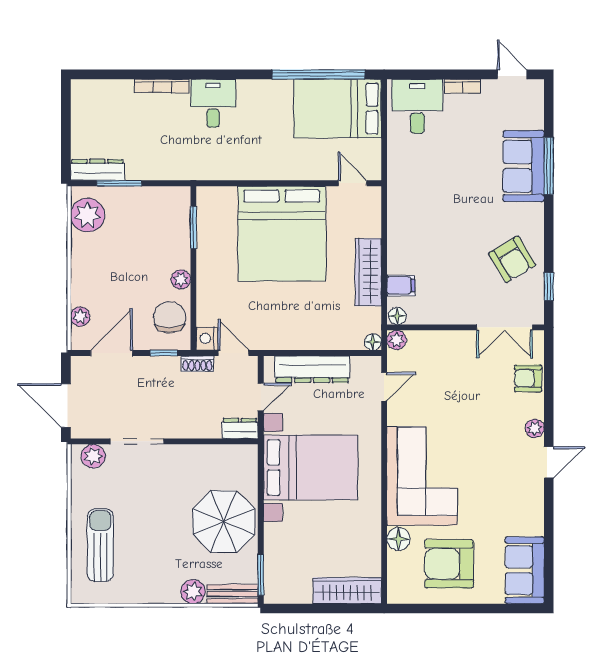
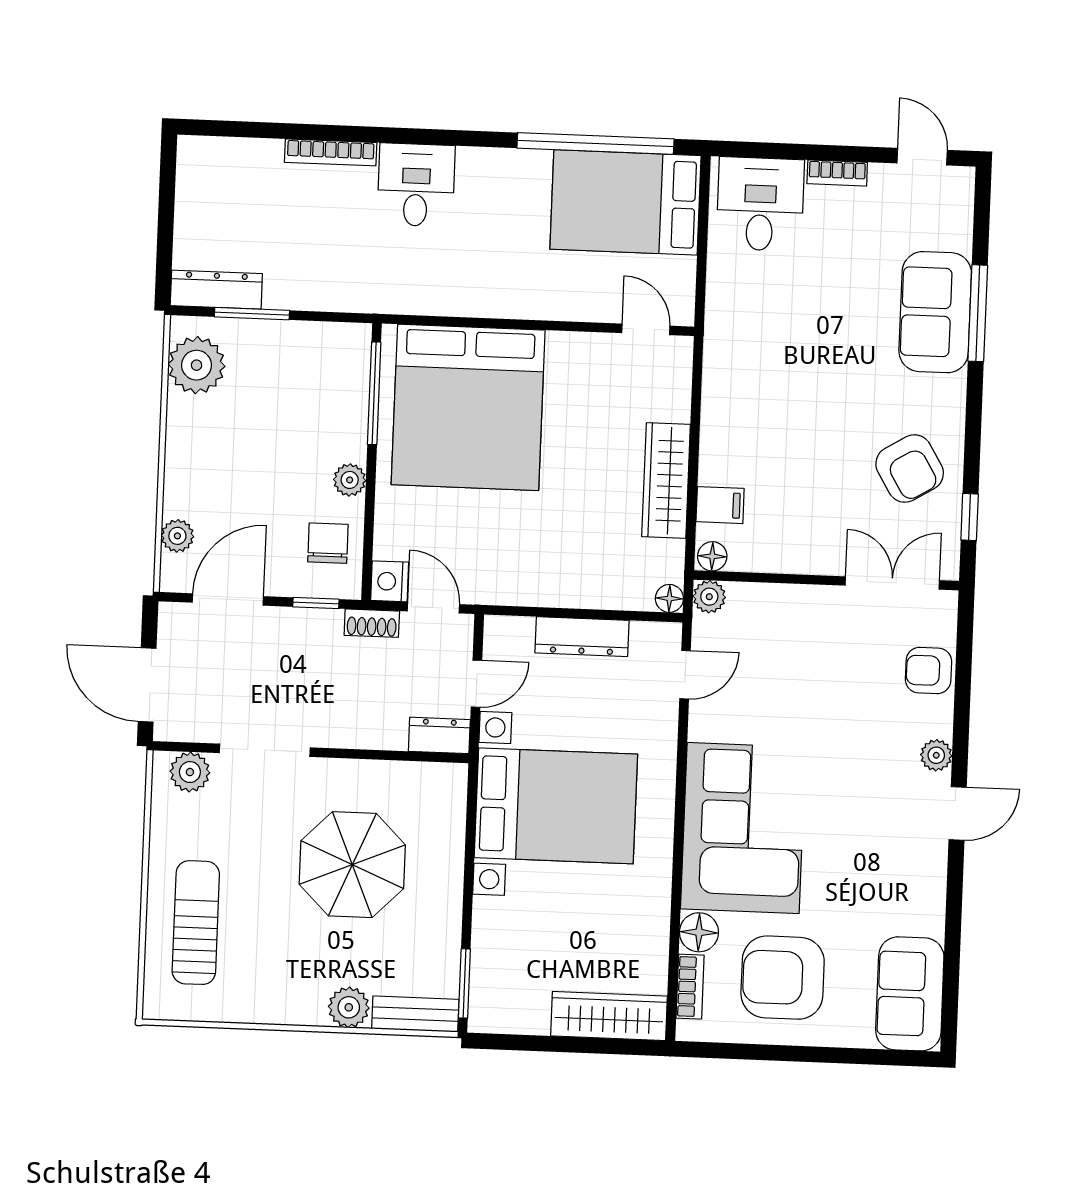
window: (193, 227) -> (374, 393), width x1.44
bed: (282, 234) -> (468, 407), moved
chair: (170, 317) -> (328, 543), width x0.73, depth x0.73
double door: (505, 327) -> (892, 583), swing flipped
dresser: (312, 369) -> (582, 637), width x0.73, depth x0.80
parasol: (224, 522) -> (352, 865), moved
bookcase: (394, 571) -> (690, 987), added

